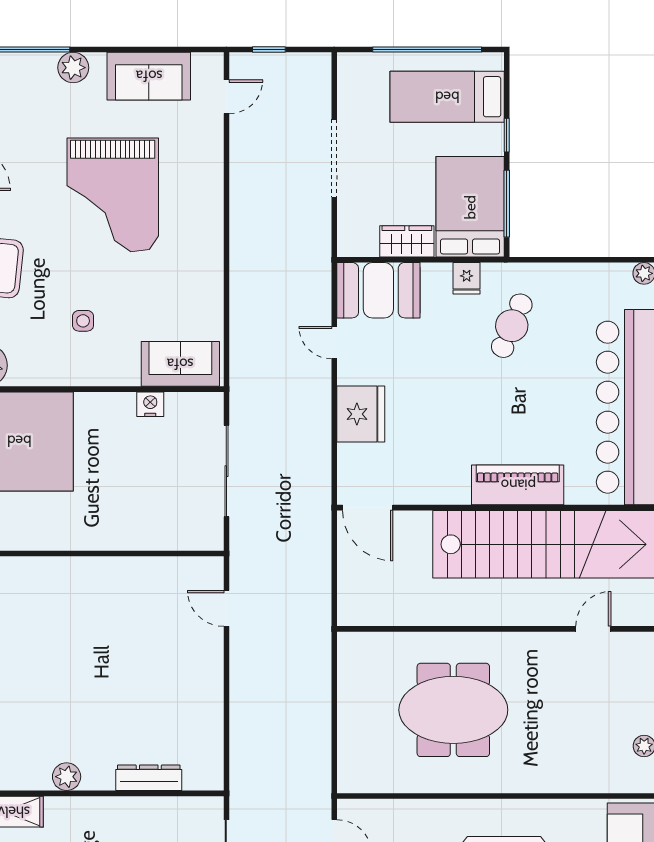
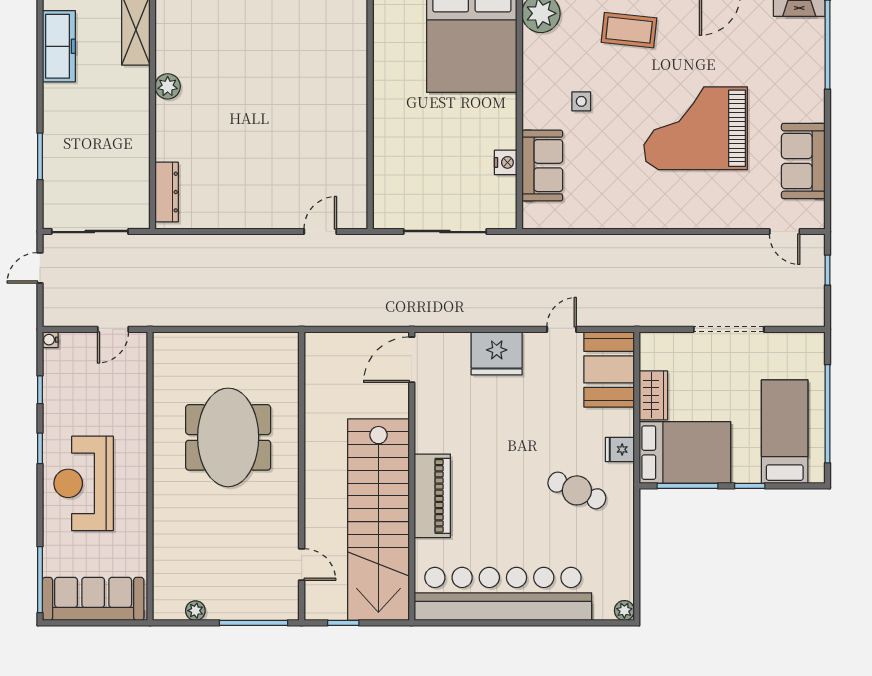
plant: (73, 68) -> (811, 92), removed
sofa: (180, 364) -> (542, 166), moved
dresser: (149, 778) -> (167, 192), moved

